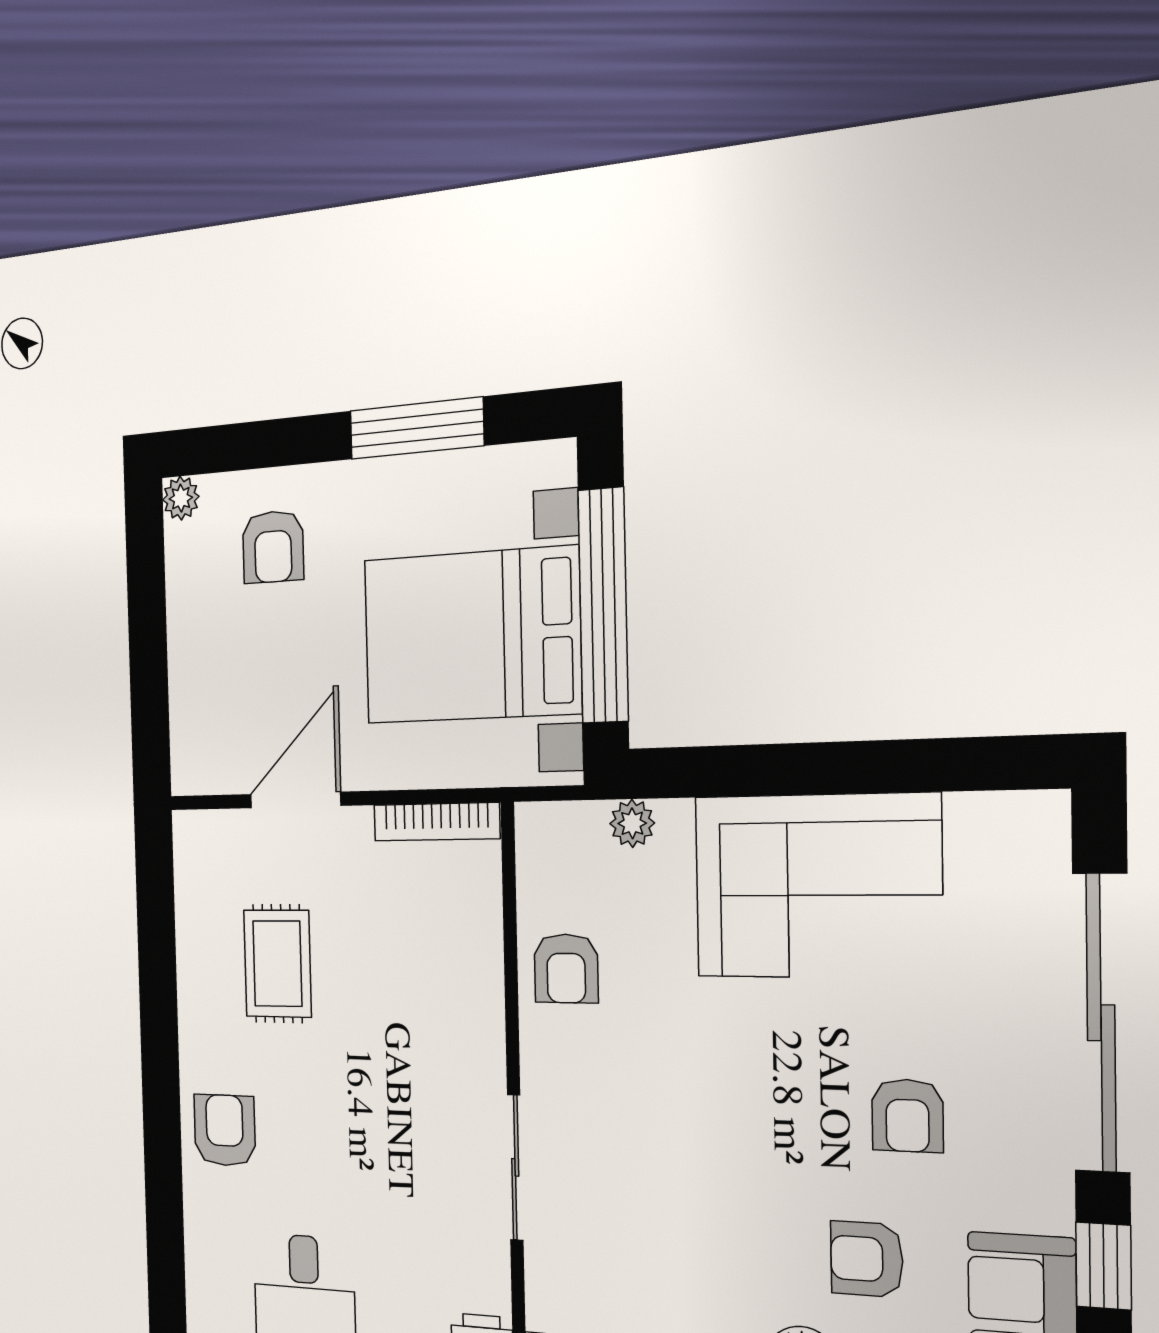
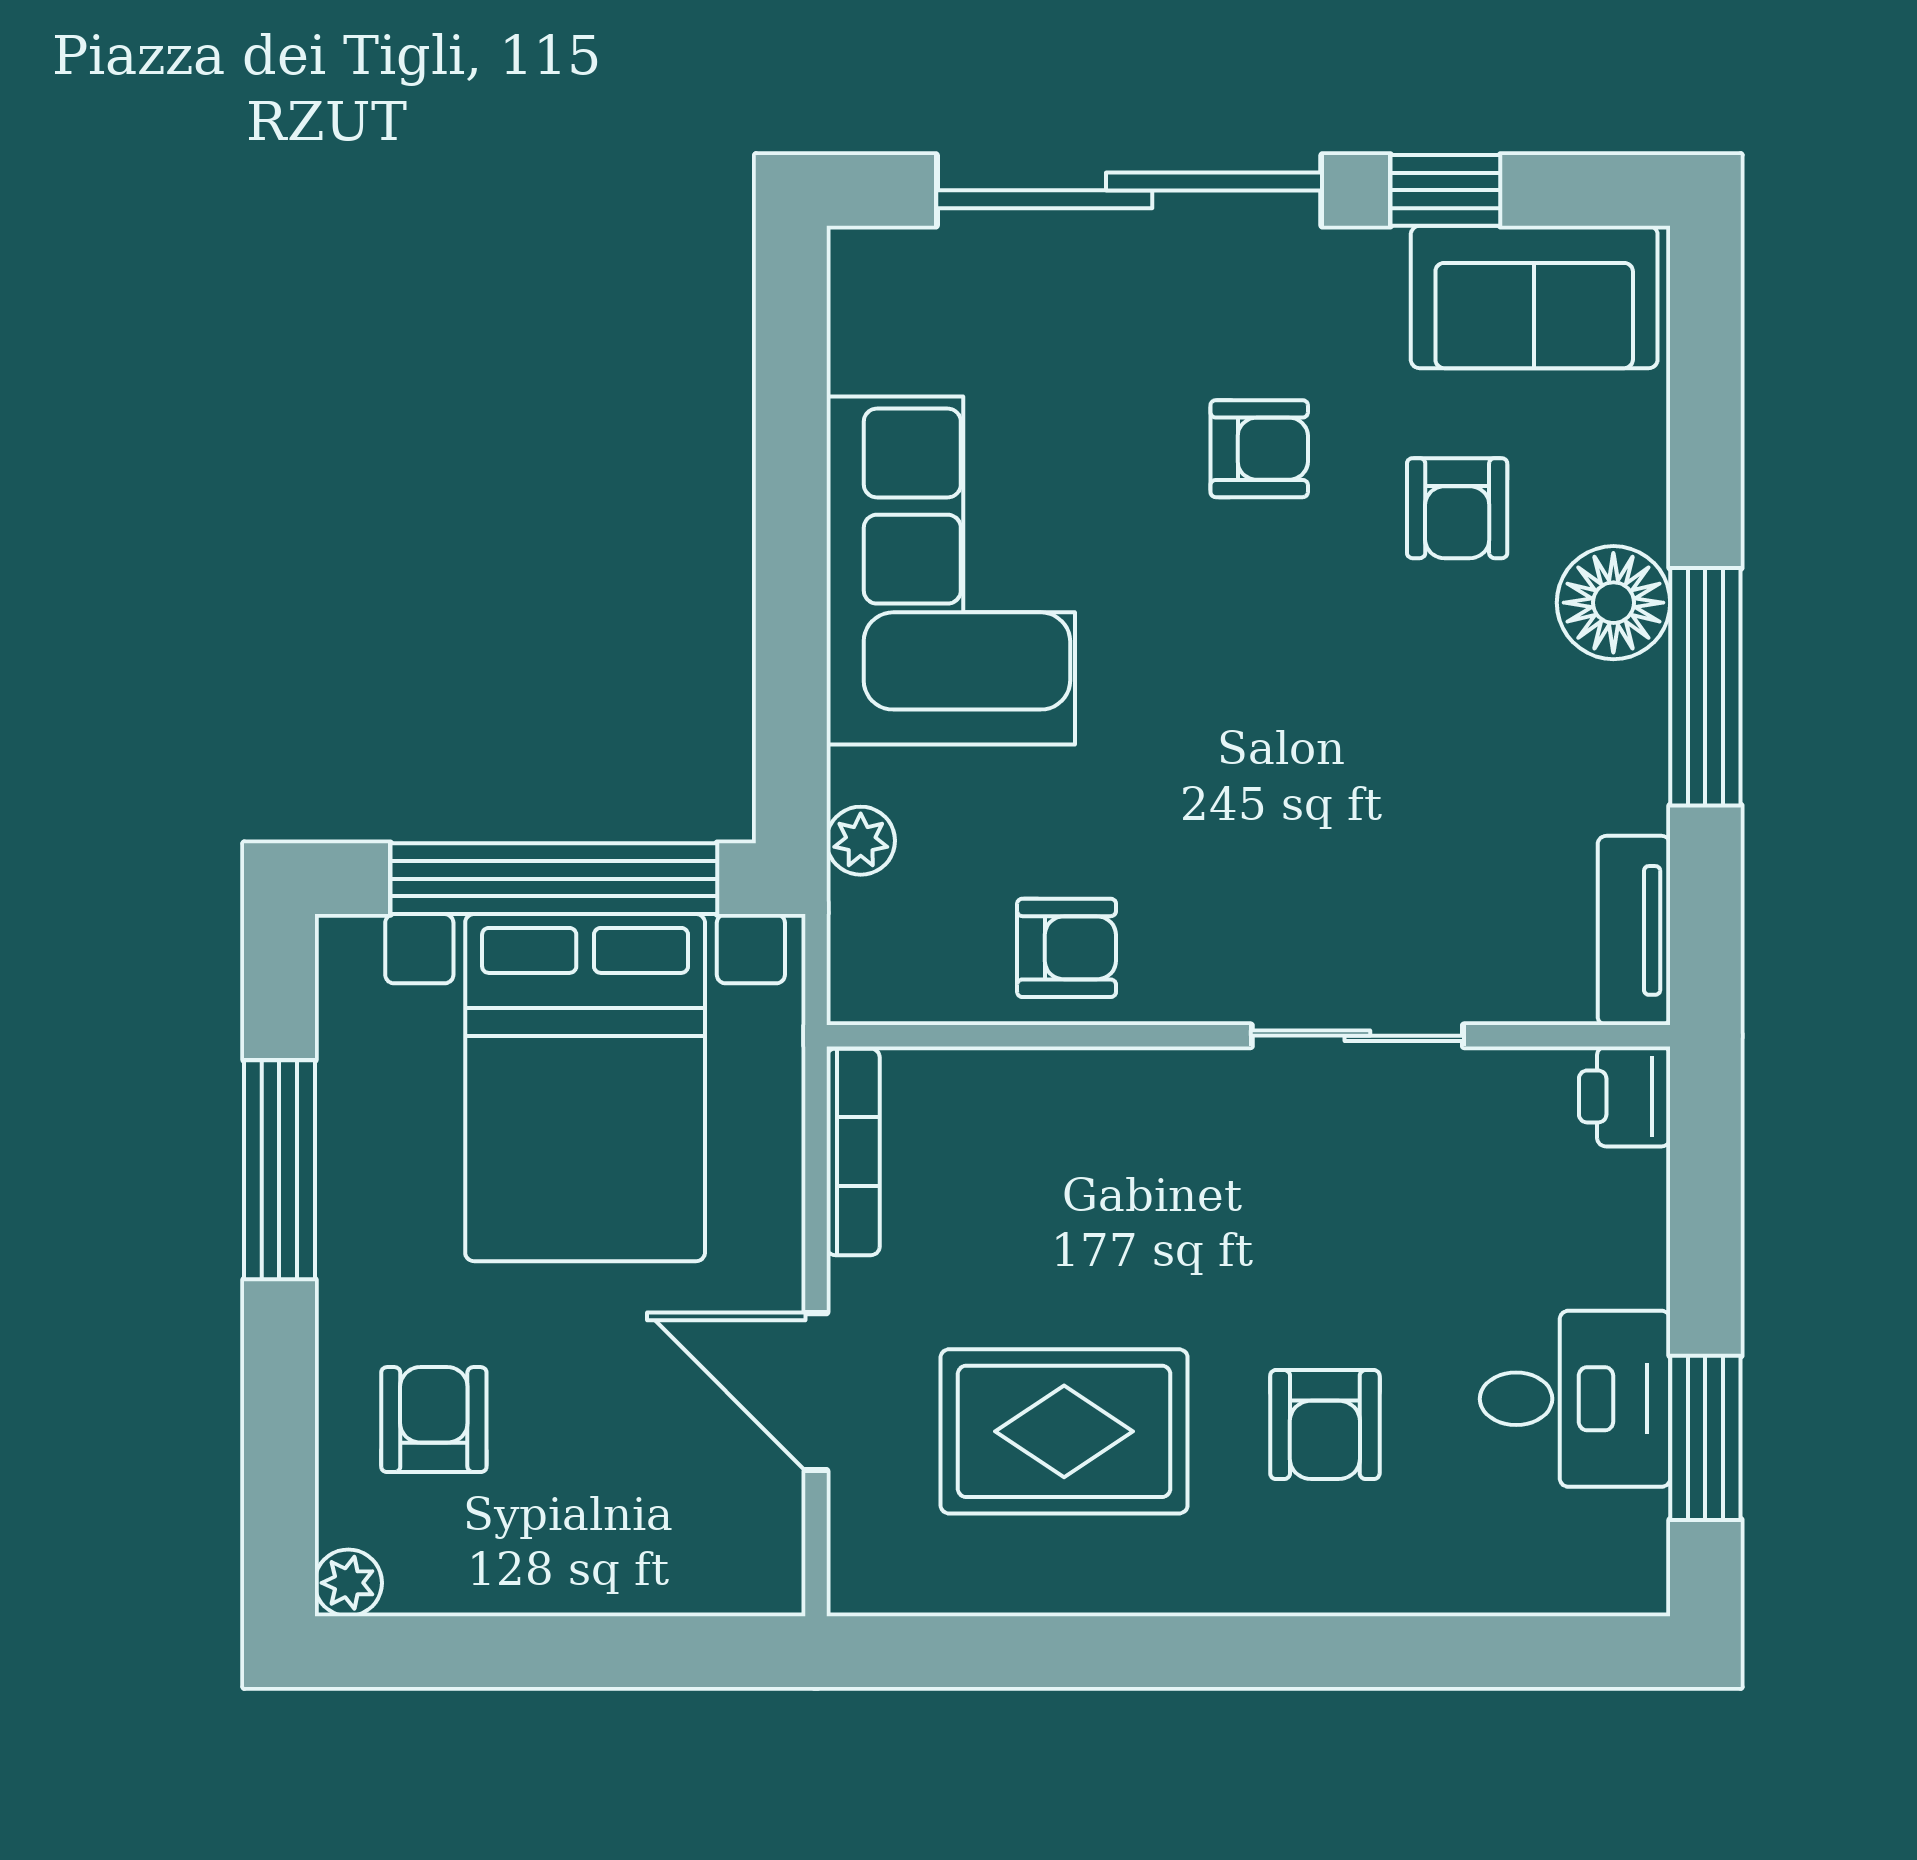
armchair: (273, 547) -> (434, 1420), turned -90
rug: (277, 964) -> (1064, 1431), width x1.36, depth x1.43
armchair: (225, 1130) -> (1325, 1425), moved, turned -90

